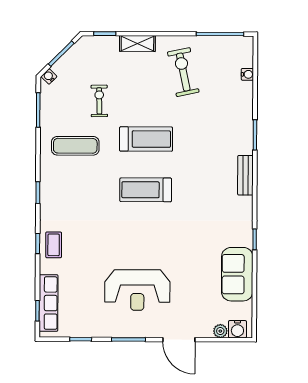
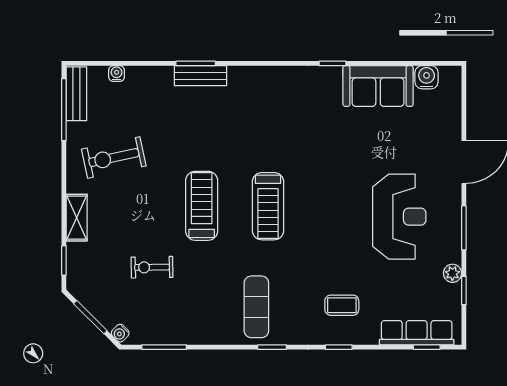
bench: (232, 44) -> (76, 94), added
exercise mat: (75, 146) -> (256, 307), moved
bench: (245, 175) -> (200, 76), moved
coffee table: (54, 245) -> (342, 305), moved
water cooler: (237, 329) -> (427, 77), moved, turned -90
plant: (220, 331) -> (452, 273), moved

